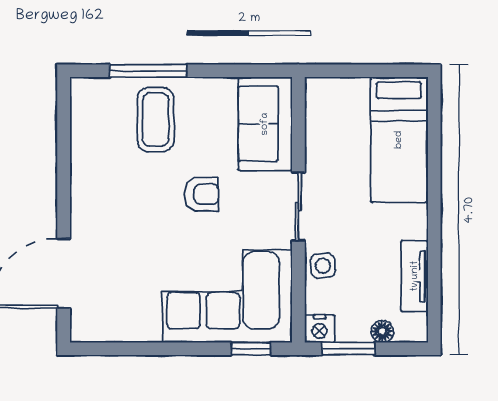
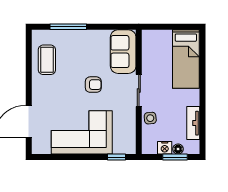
coffee table: (156, 120) -> (47, 60), moved
corner sofa: (227, 296) -> (82, 132), moved
nightstand: (320, 329) -> (165, 148), moved
window: (348, 349) -> (175, 157), moved

